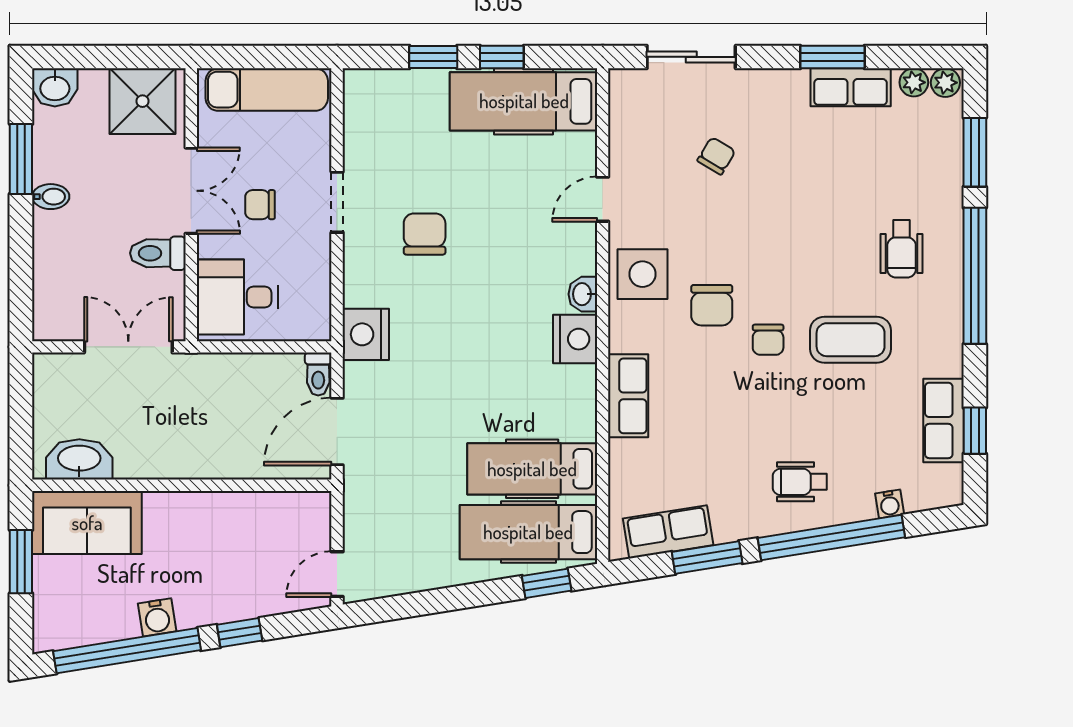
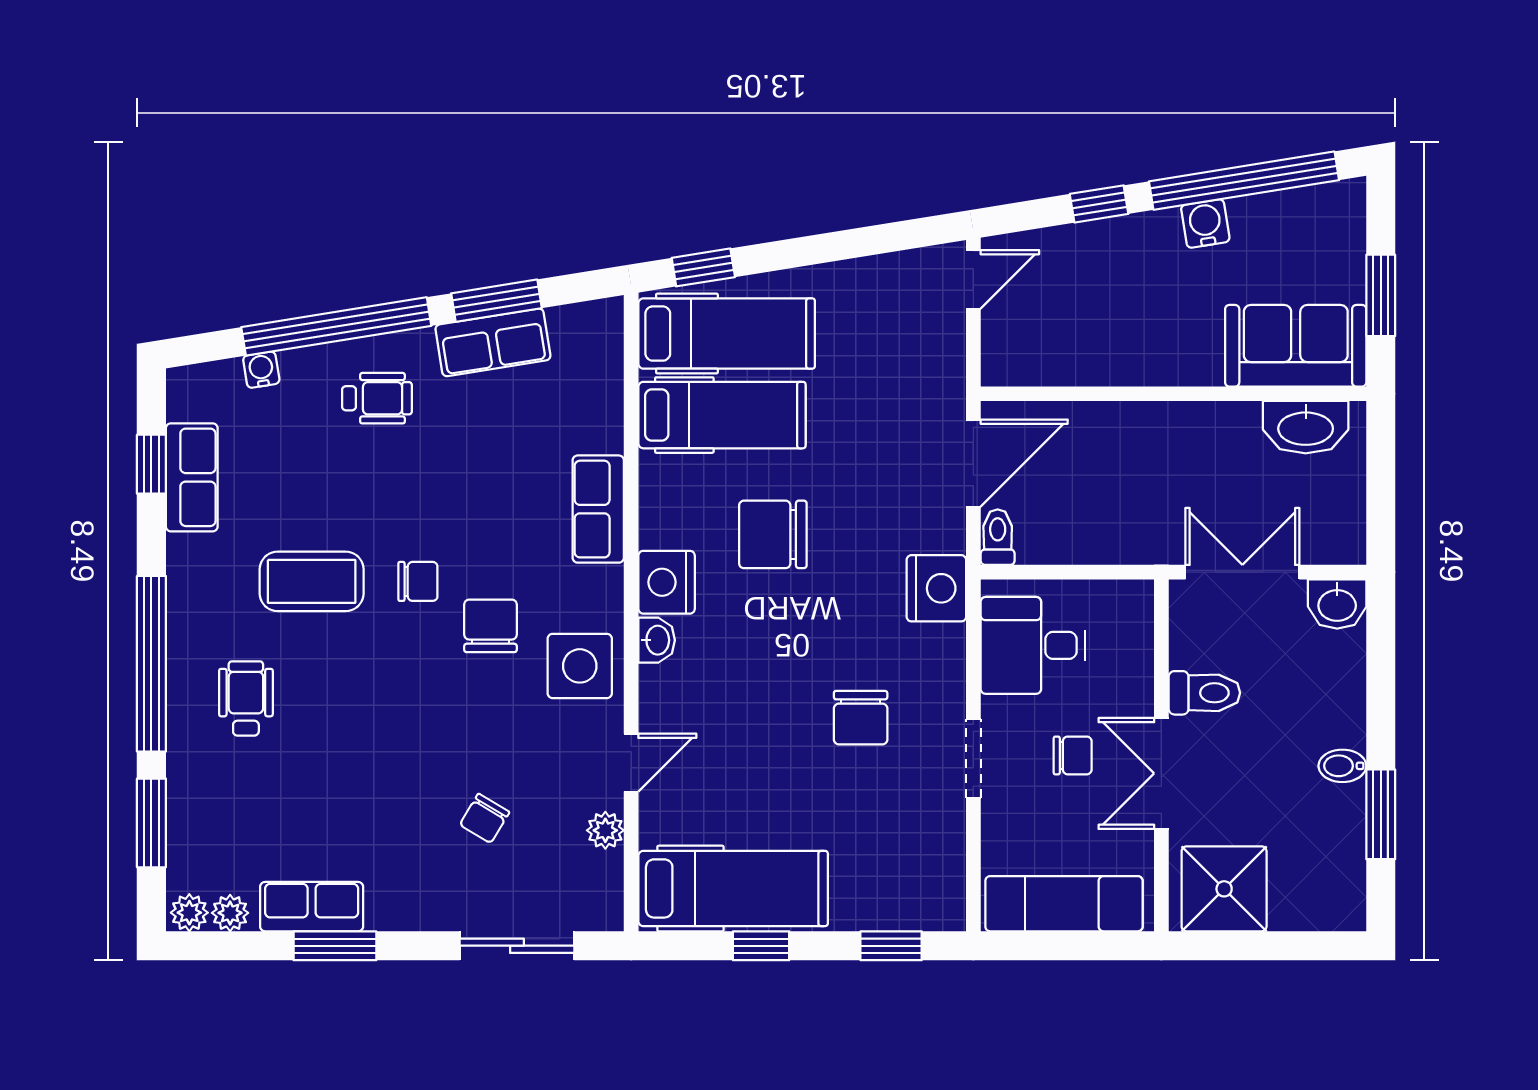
window: (433, 57) -> (891, 946), moved
washbasin: (55, 87) -> (1337, 604), moved, turned 180
plant: (623, 147) -> (605, 830), added
desk: (237, 297) -> (1033, 645), moved, turned 180
chair: (768, 340) -> (418, 581), turned 90
double door: (128, 347) -> (1242, 572), swing flipped
chair: (493, 376) -> (773, 534), added
row of seats: (668, 532) -> (493, 342), moved

